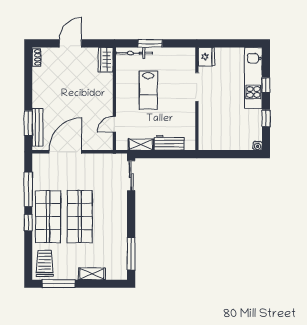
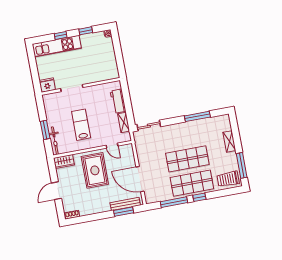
door: (70, 43) -> (57, 191), hinge flipped
lab bench: (148, 90) -> (81, 125), turned -90
rug: (87, 97) -> (95, 170), added
window: (131, 254) -> (197, 116), moved

